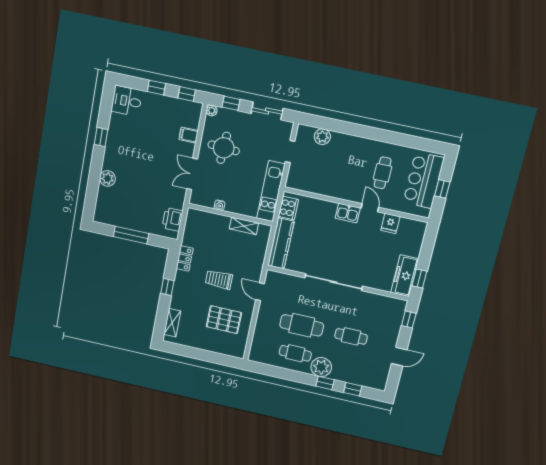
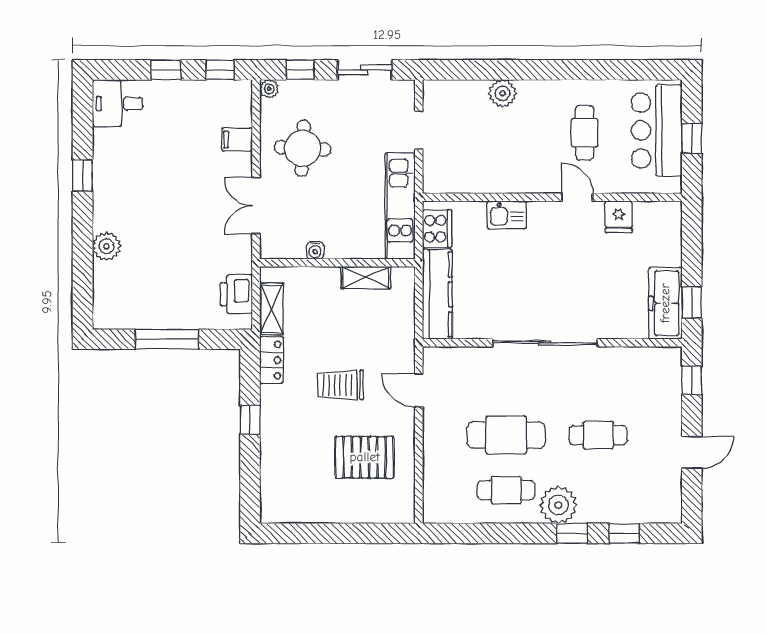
plant: (322, 137) -> (502, 93), moved
kitchen sink: (348, 213) -> (507, 215), moved
shelving: (172, 323) -> (271, 309), moved

